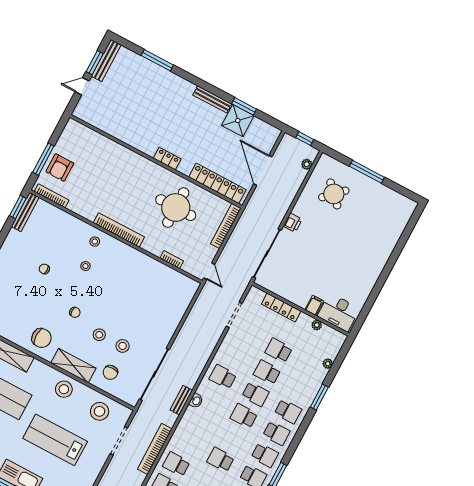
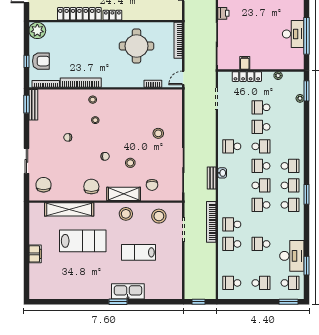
plant: (74, 131) -> (37, 30), added
window: (43, 159) -> (26, 61), width x0.46
armchair: (60, 168) -> (41, 61), turned -90
locker: (217, 183) -> (79, 14), moved
bookcase: (119, 230) -> (81, 83), moved
door: (209, 271) -> (183, 78), swing flipped
window: (372, 298) -> (307, 36), added
filing cabinet: (314, 305) -> (245, 63), moved
desk: (339, 312) -> (293, 34), moved, turned -90
chair: (42, 338) -> (91, 187), turned -90
stool: (123, 346) -> (158, 133), moved
window: (319, 397) -> (307, 91), moved
school desk: (288, 411) -> (261, 185), moved
lab bench: (55, 440) -> (138, 252), width x0.73, depth x0.72

